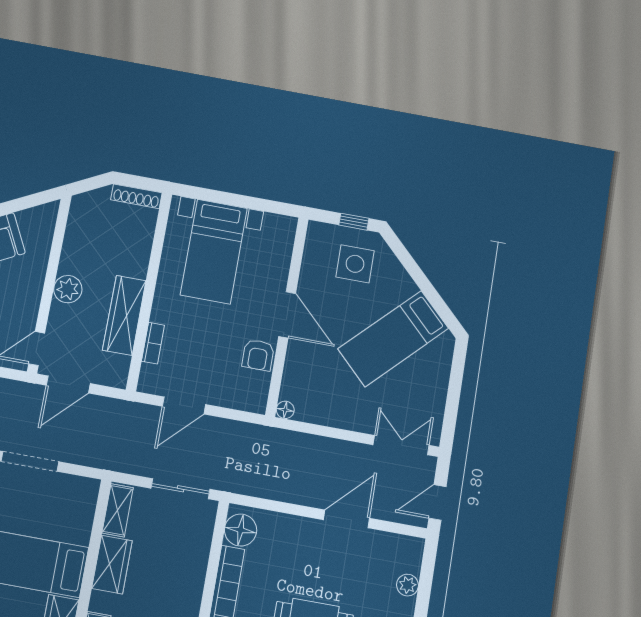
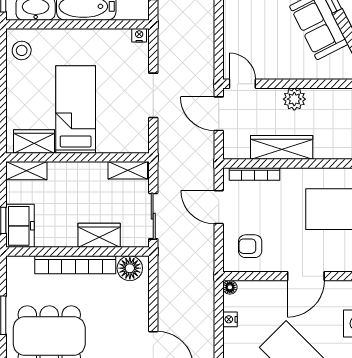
bookcase: (153, 343) -> (255, 174), width x1.56
armchair: (258, 355) -> (250, 246), moved
nightstand: (325, 417) -> (230, 319), added
wardrobe: (112, 565) -> (99, 235), moved, turned 180

